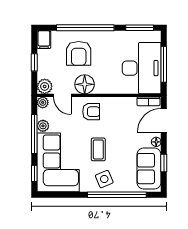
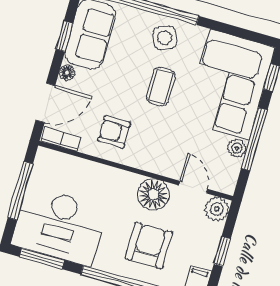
desk: (142, 68) -> (59, 226), moved, turned -90
plant: (43, 102) -> (227, 185), removed
armchair: (91, 112) -> (114, 132), moved

